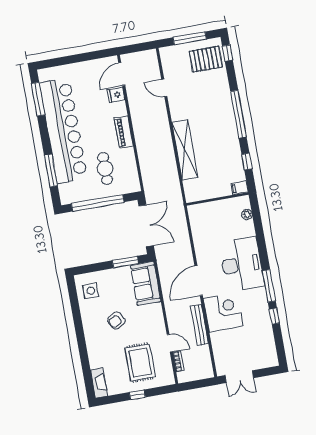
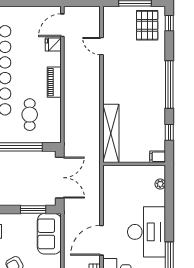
pallet: (206, 59) -> (147, 25), turned 90
shelving: (185, 150) -> (111, 133), moved

